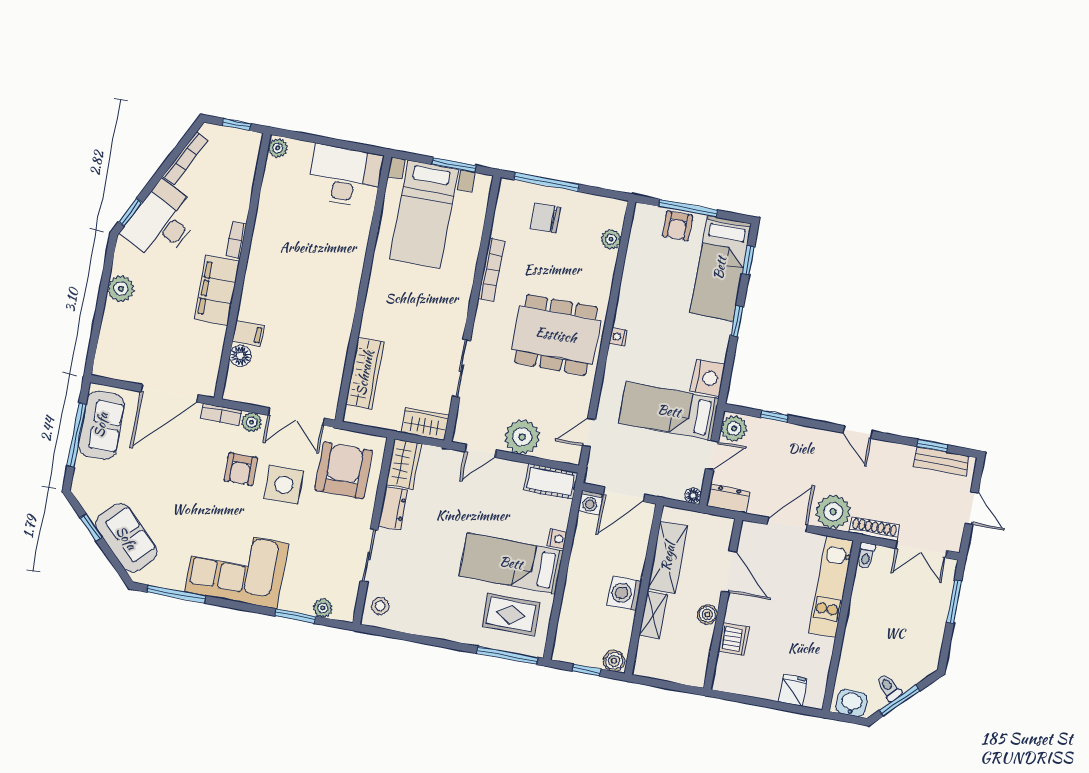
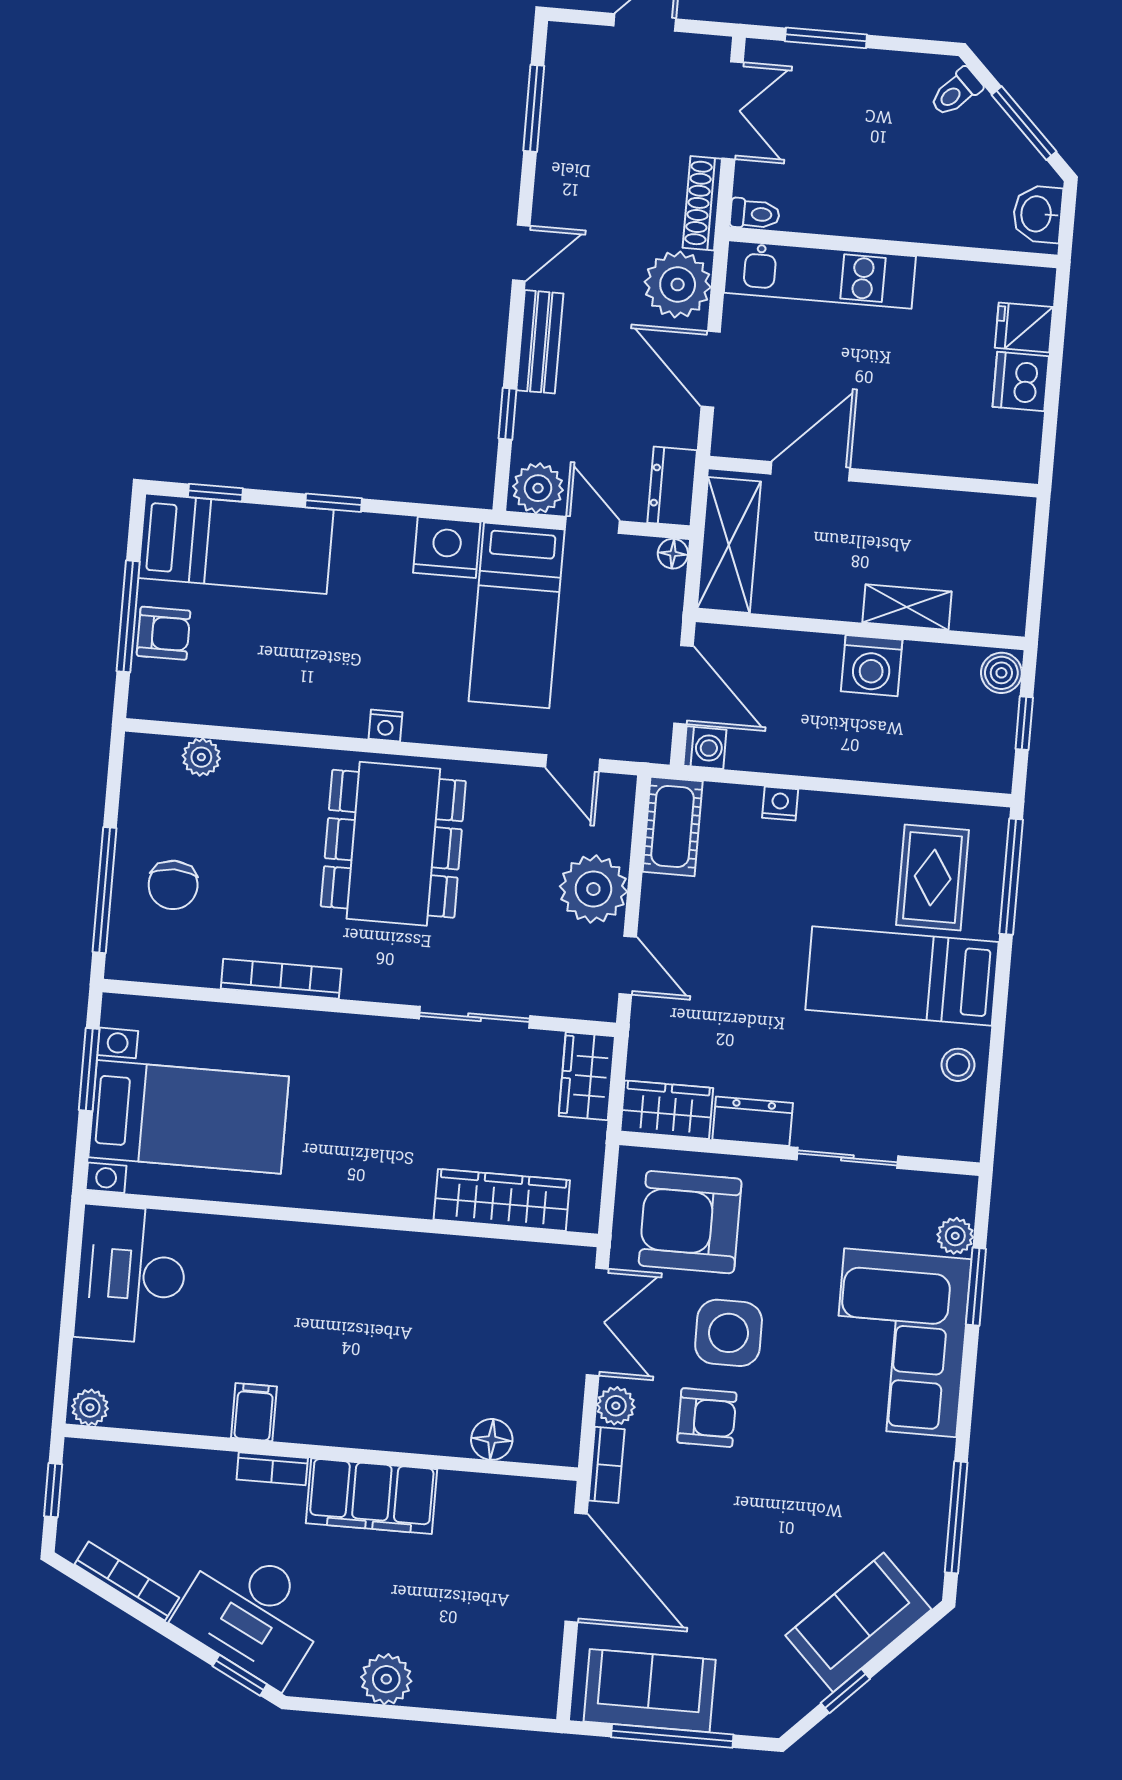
filing cabinet: (248, 333) -> (254, 1412), moved
window: (932, 446) -> (534, 108), width x1.50
bench: (941, 461) -> (540, 342), moved
shelving: (668, 557) -> (729, 545), moved, turned 90
bed: (511, 563) -> (902, 976), moved, turned 90
corner sofa: (237, 568) -> (900, 1343), moved
stool: (380, 606) -> (958, 1065), moved
boiler: (707, 614) -> (896, 504), removed
dishwasher: (734, 639) -> (1021, 381), moved, turned -90
toilet: (889, 688) -> (956, 92), moved

